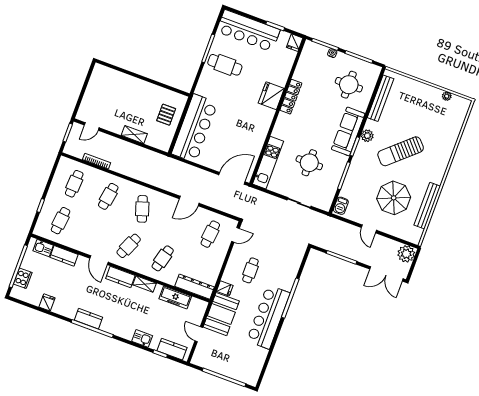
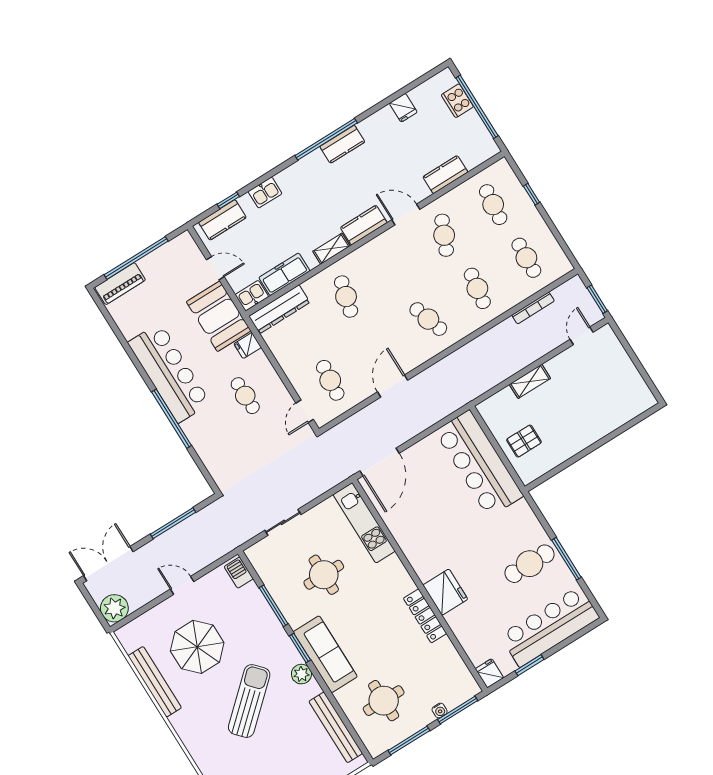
pallet: (166, 115) -> (524, 441), turned 90
cafe table: (129, 246) -> (444, 235), moved
kitchen sink: (43, 248) -> (252, 296), moved
piano: (243, 375) -> (120, 284), added

